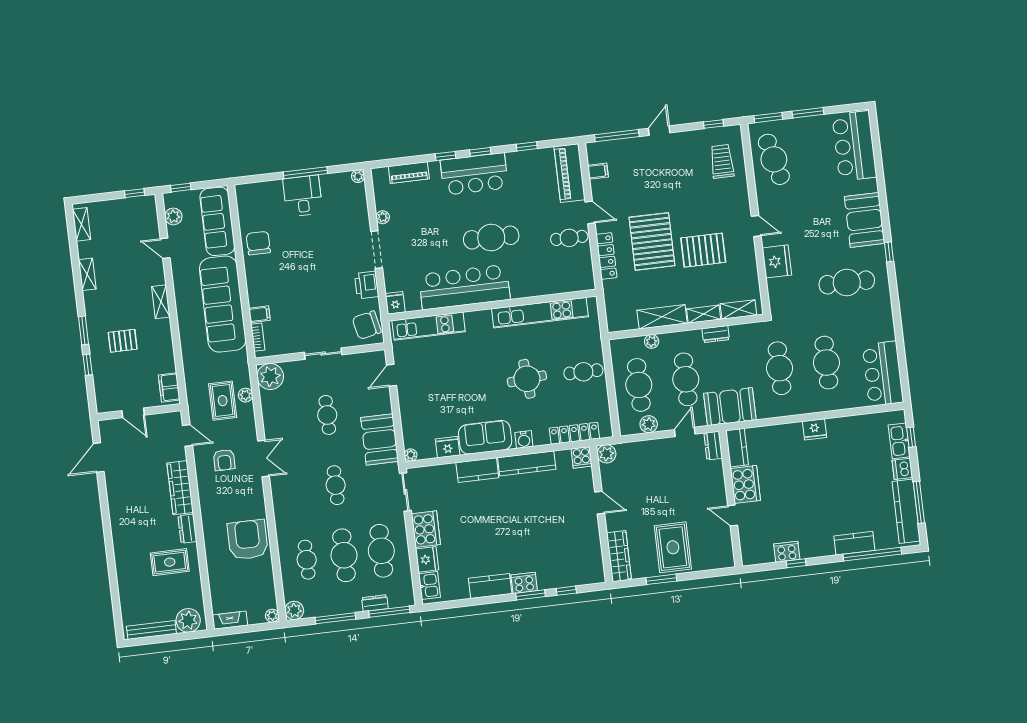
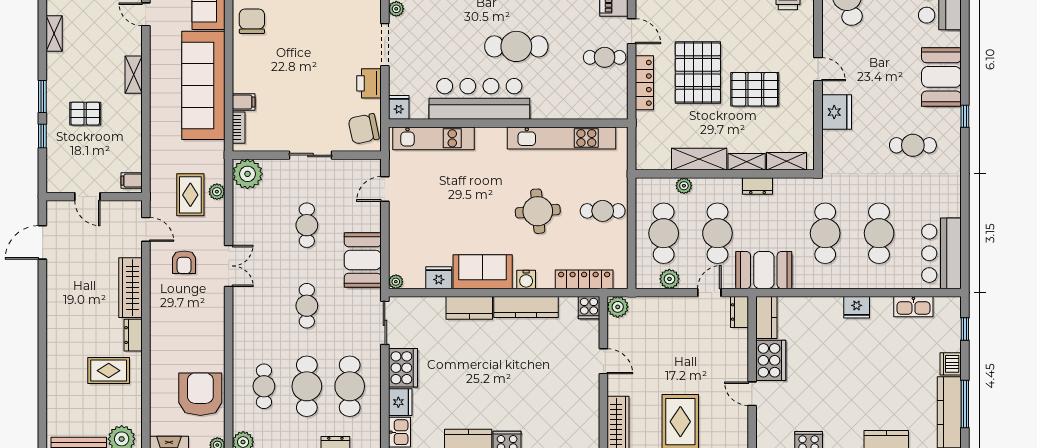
cafe table: (847, 282) -> (913, 145), width x0.73, depth x0.74
filing cabinet: (169, 387) -> (132, 181), width x0.50
kitchen sink: (899, 441) -> (913, 307), moved, turned -90
armchair: (248, 540) -> (200, 394), moved

